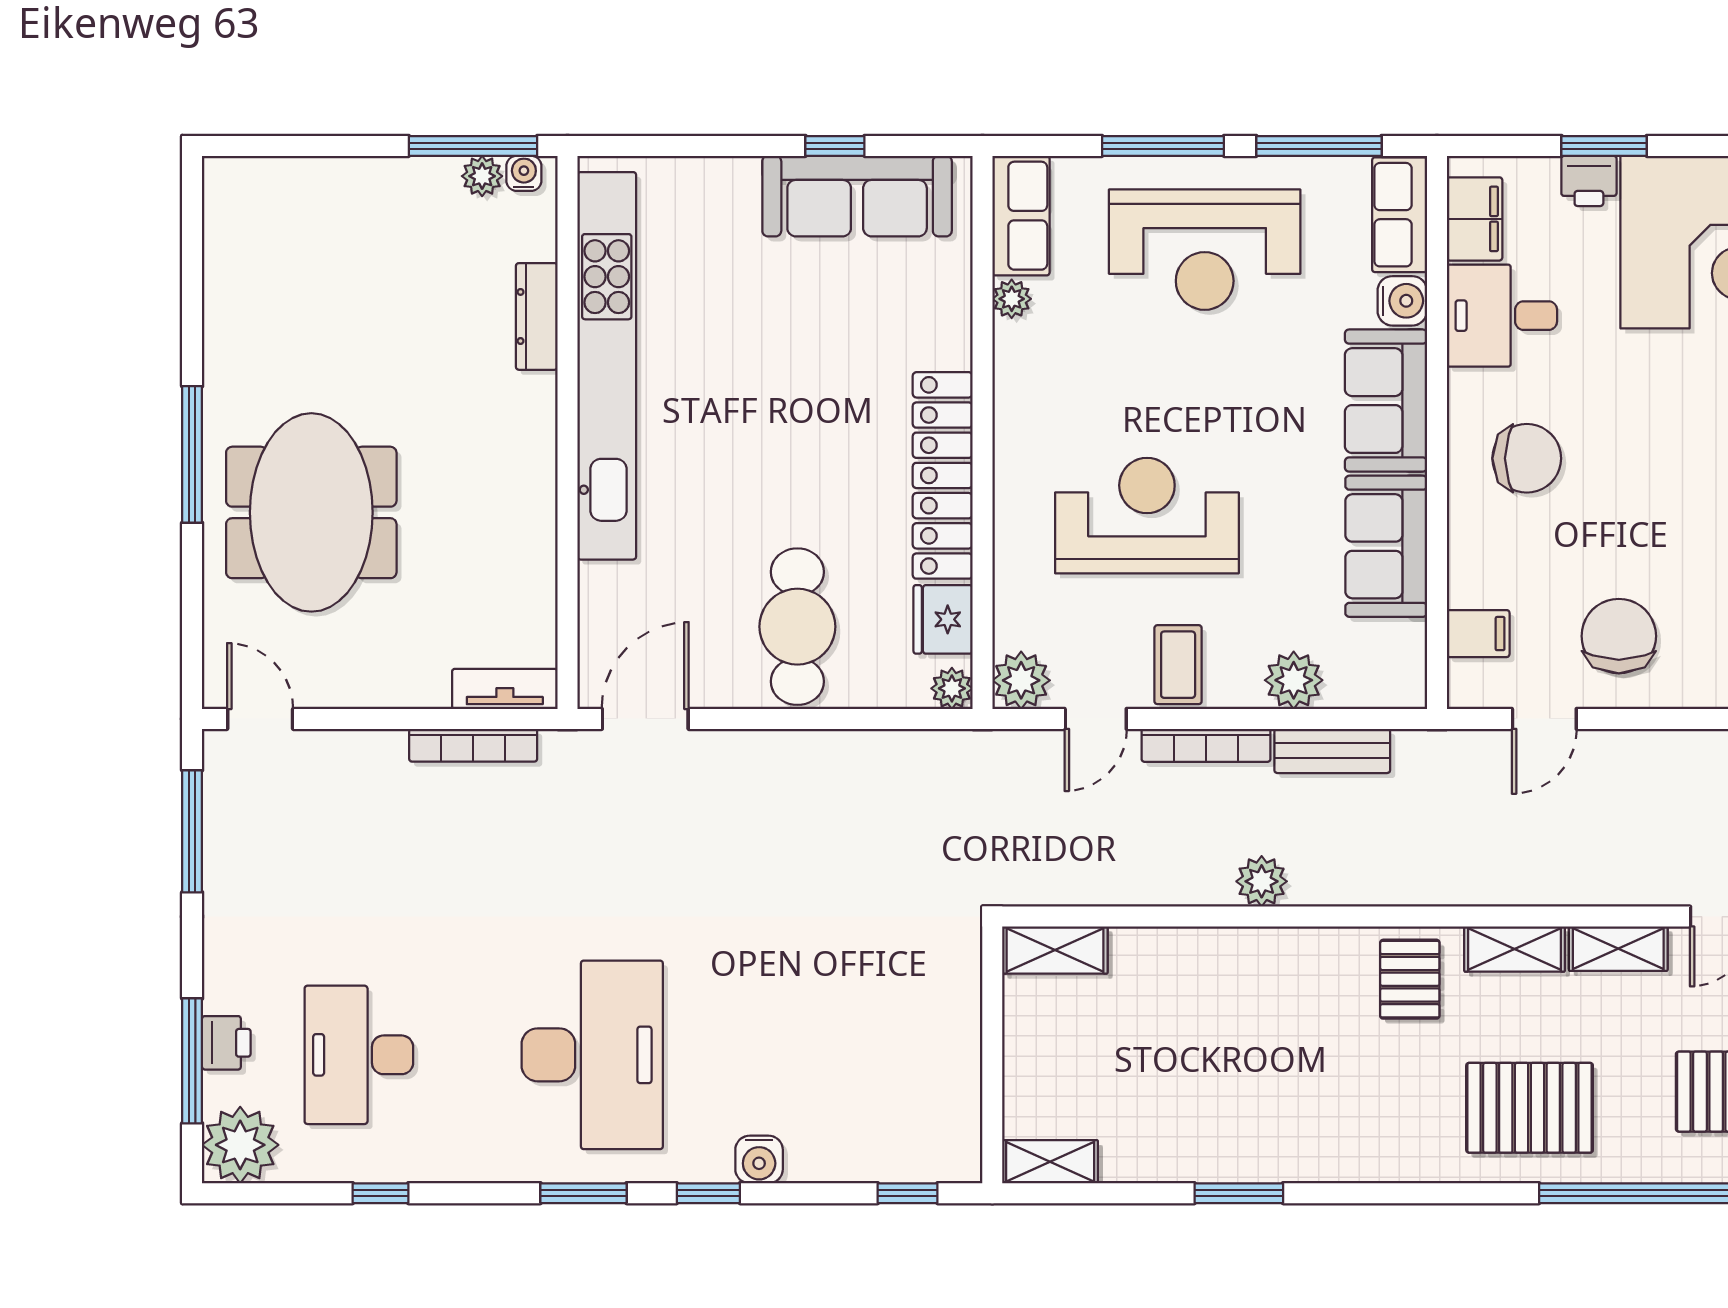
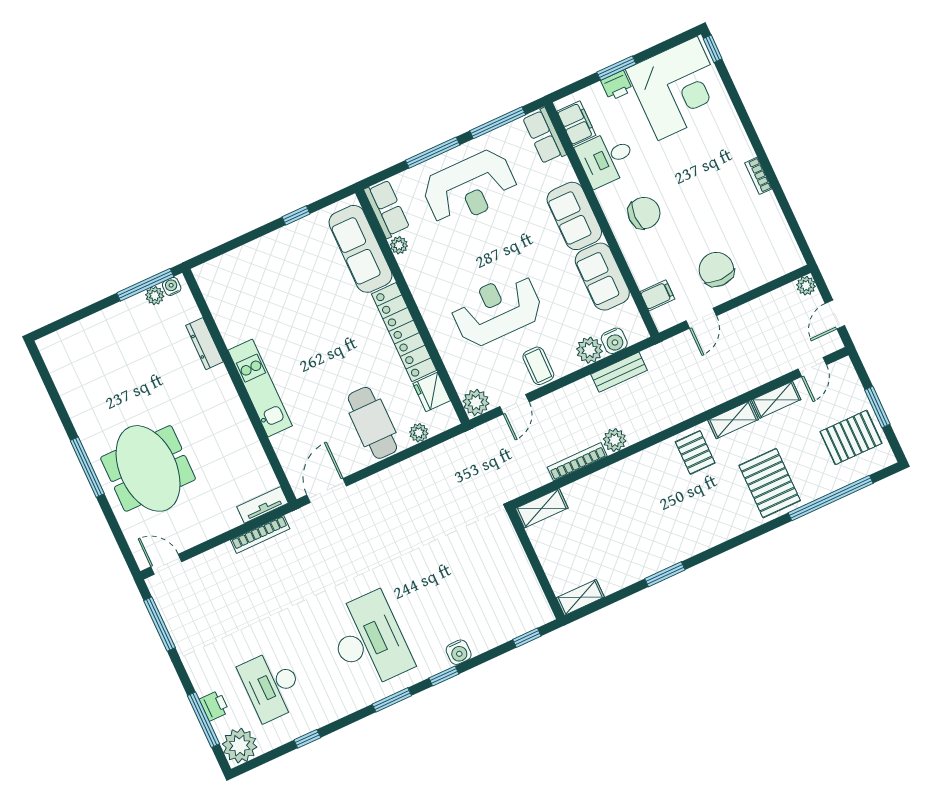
sofa: (857, 196) -> (360, 249), moved, turned 90
water cooler: (1402, 301) -> (614, 341), moved, turned 90
kitchen unit: (607, 366) -> (260, 388), width x0.54
plant: (952, 688) -> (419, 433), moved
bookcase: (1206, 745) -> (577, 462), moved, turned 180
pallet: (1530, 1108) -> (770, 483), turned 90

